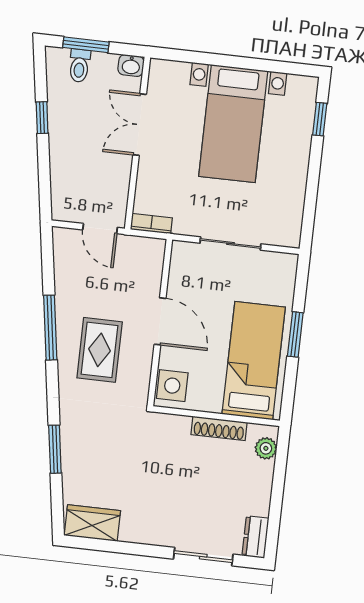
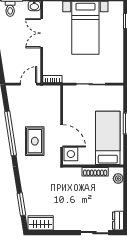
door: (100, 229) -> (29, 84), swing flipped
door: (160, 321) -> (62, 136), moved
window: (50, 328) -> (10, 133), width x1.46
window: (55, 449) -> (21, 204), moved

